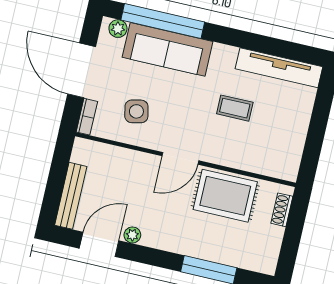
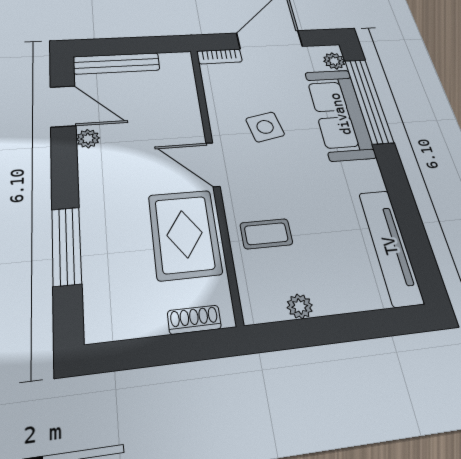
coffee table: (235, 108) -> (266, 234), moved, turned 90
side table: (136, 111) -> (265, 127), moved
plant: (296, 144) -> (300, 306), added

